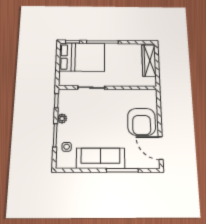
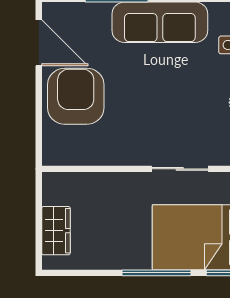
wardrobe: (149, 60) -> (56, 231), width x0.67

